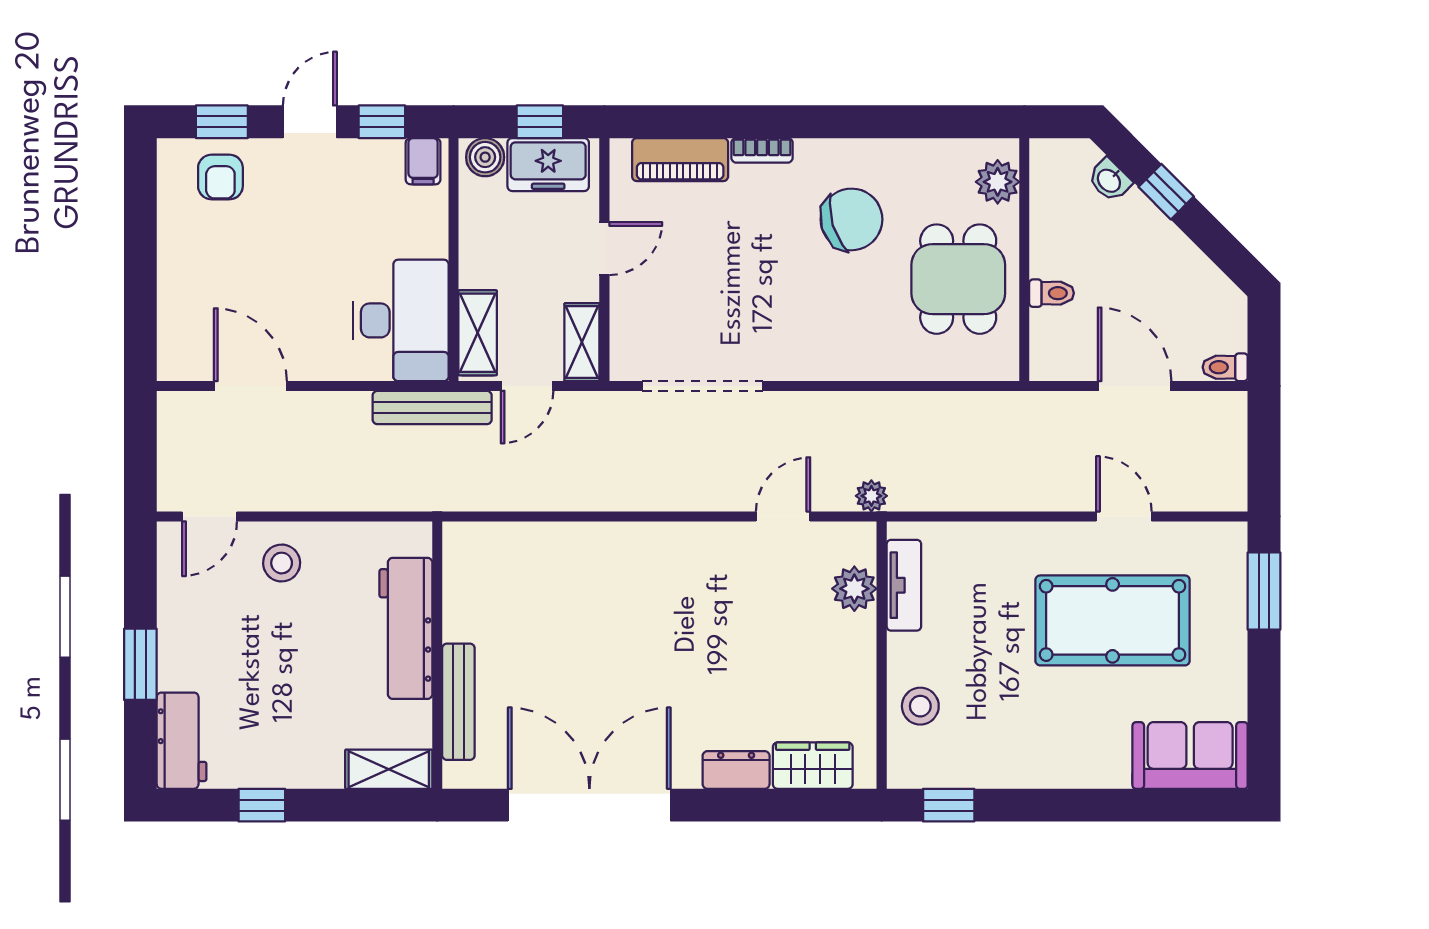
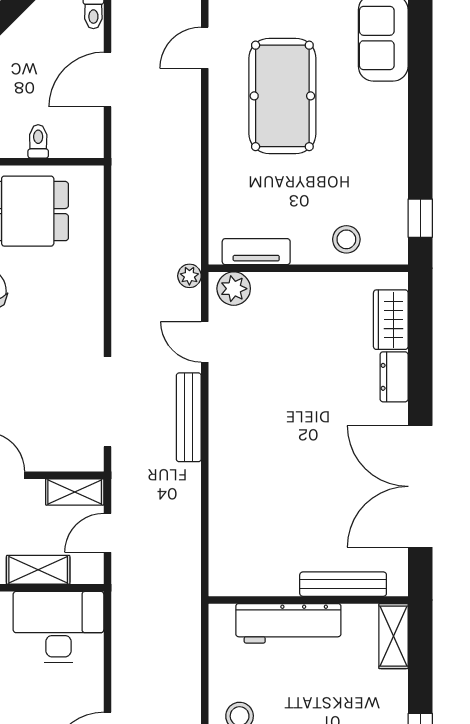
shelving: (478, 333) -> (38, 570), moved
door: (527, 386) -> (107, 533), swing flipped
bench: (432, 408) -> (189, 417), moved
door: (1124, 516) -> (205, 48), moved
plant: (854, 589) -> (234, 289), moved

